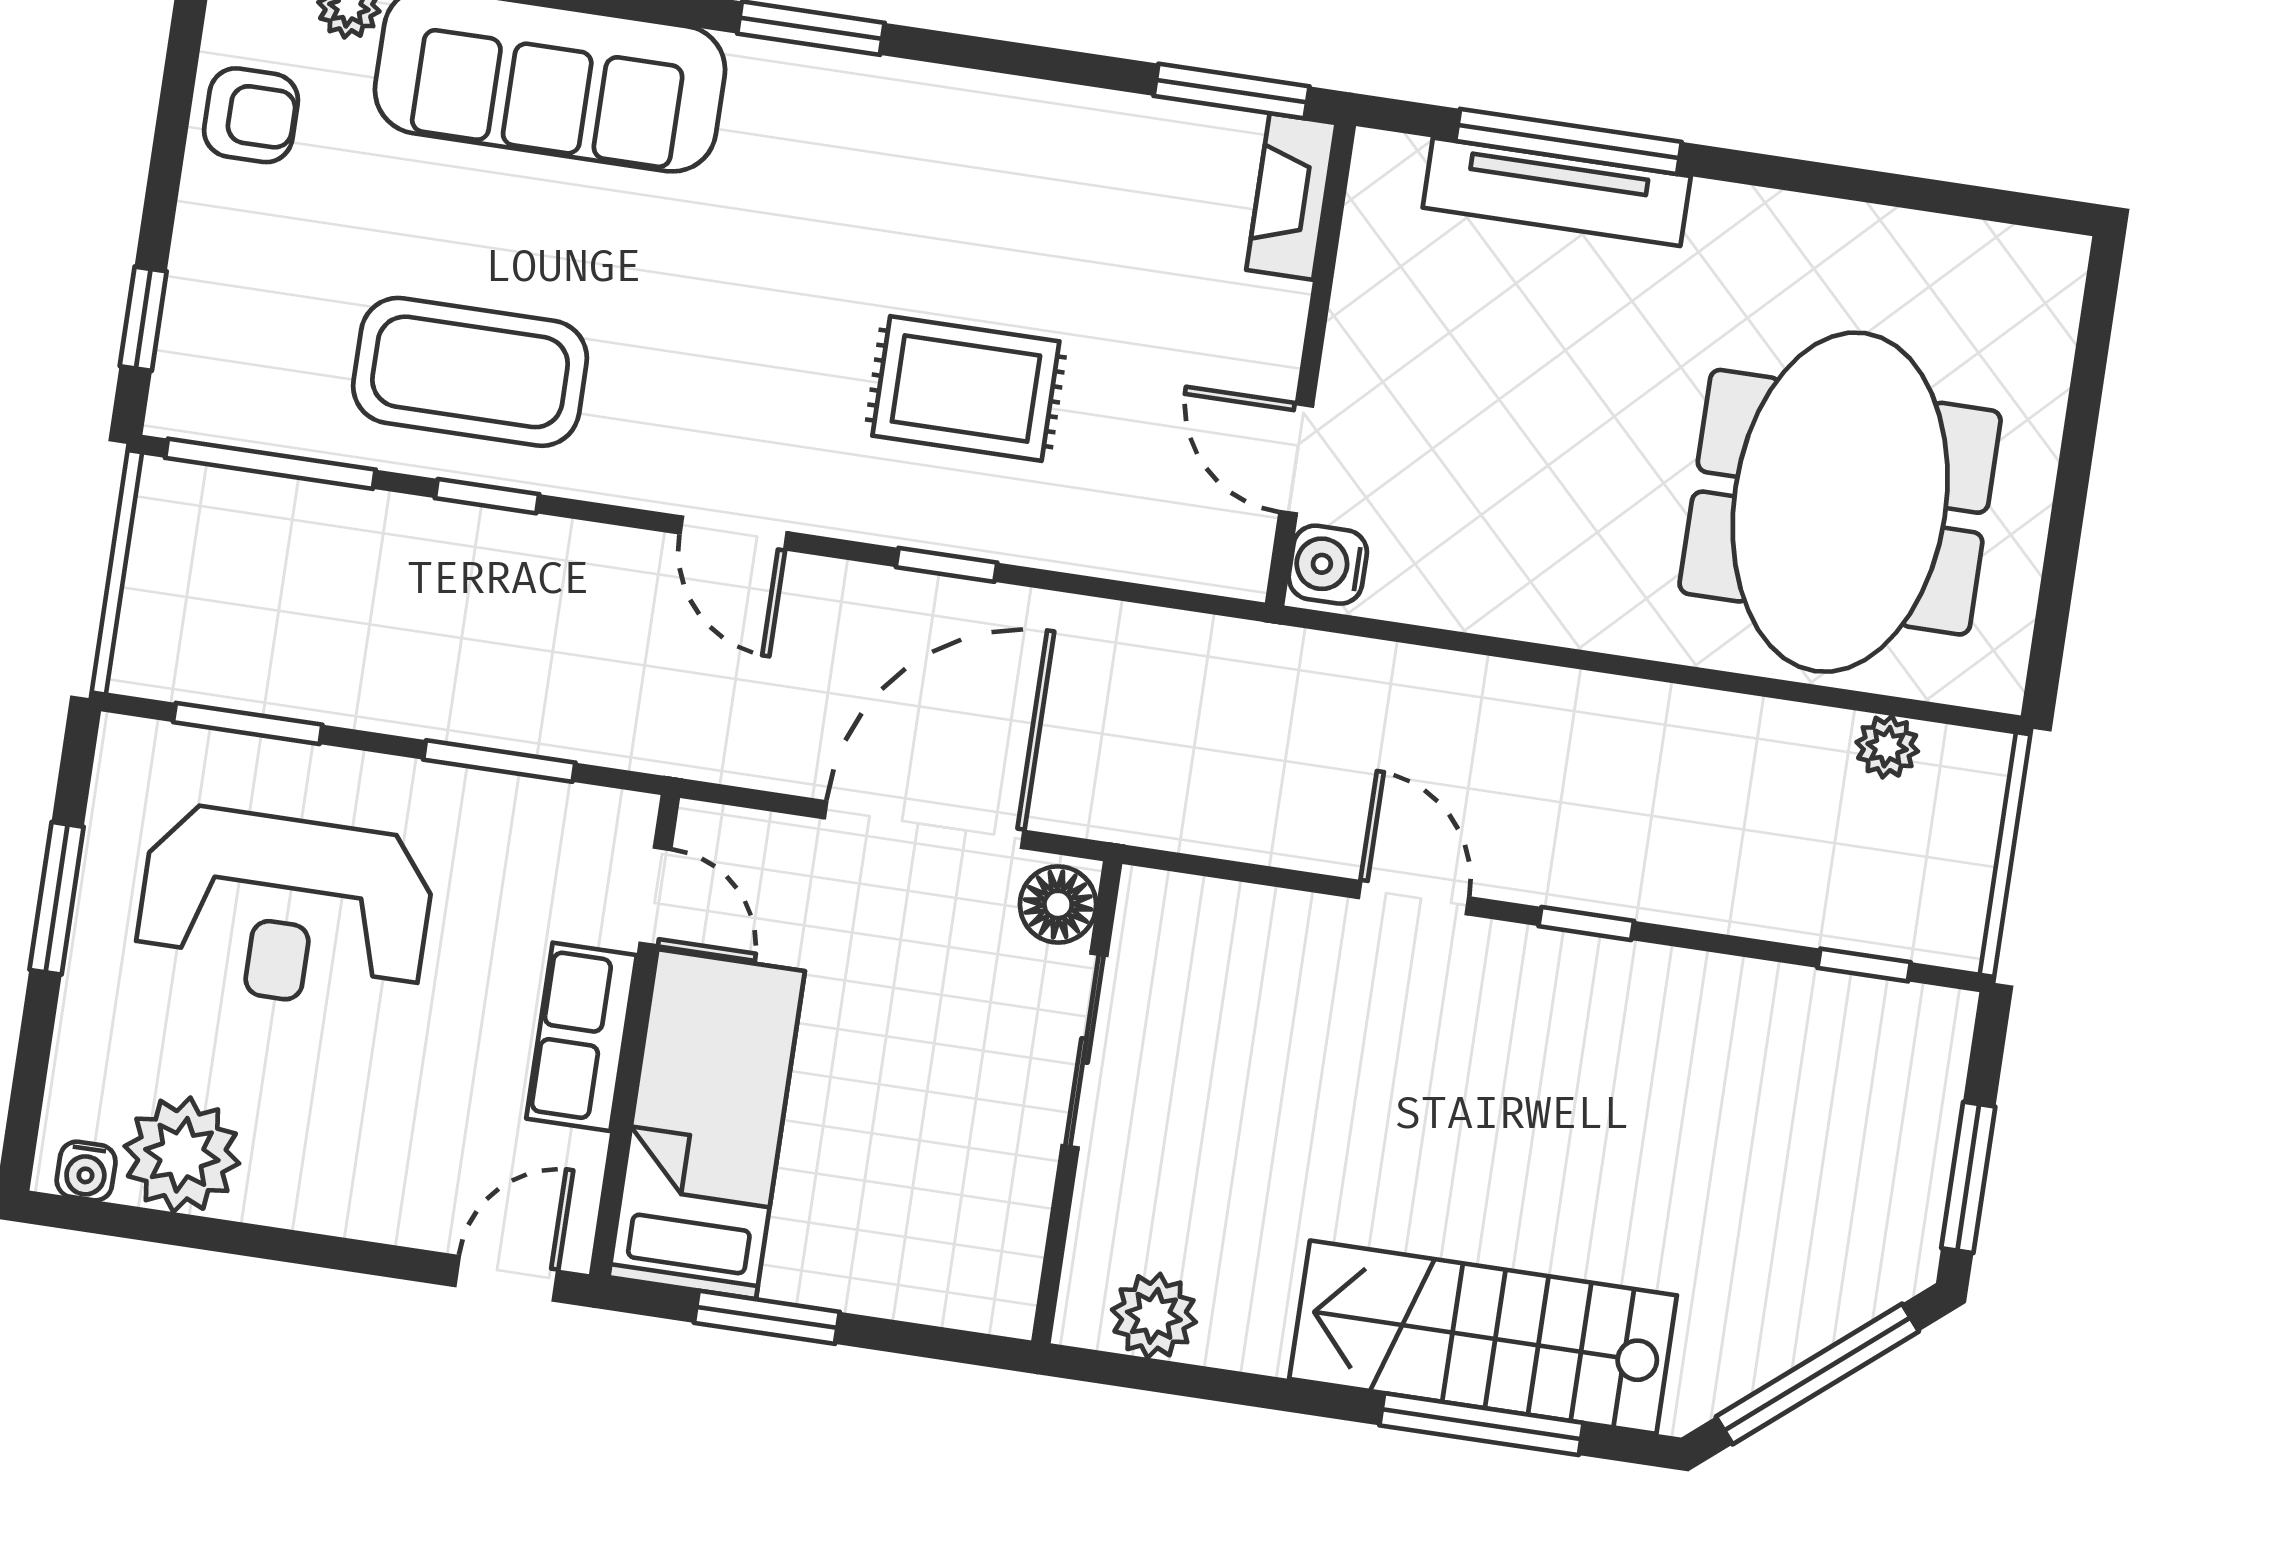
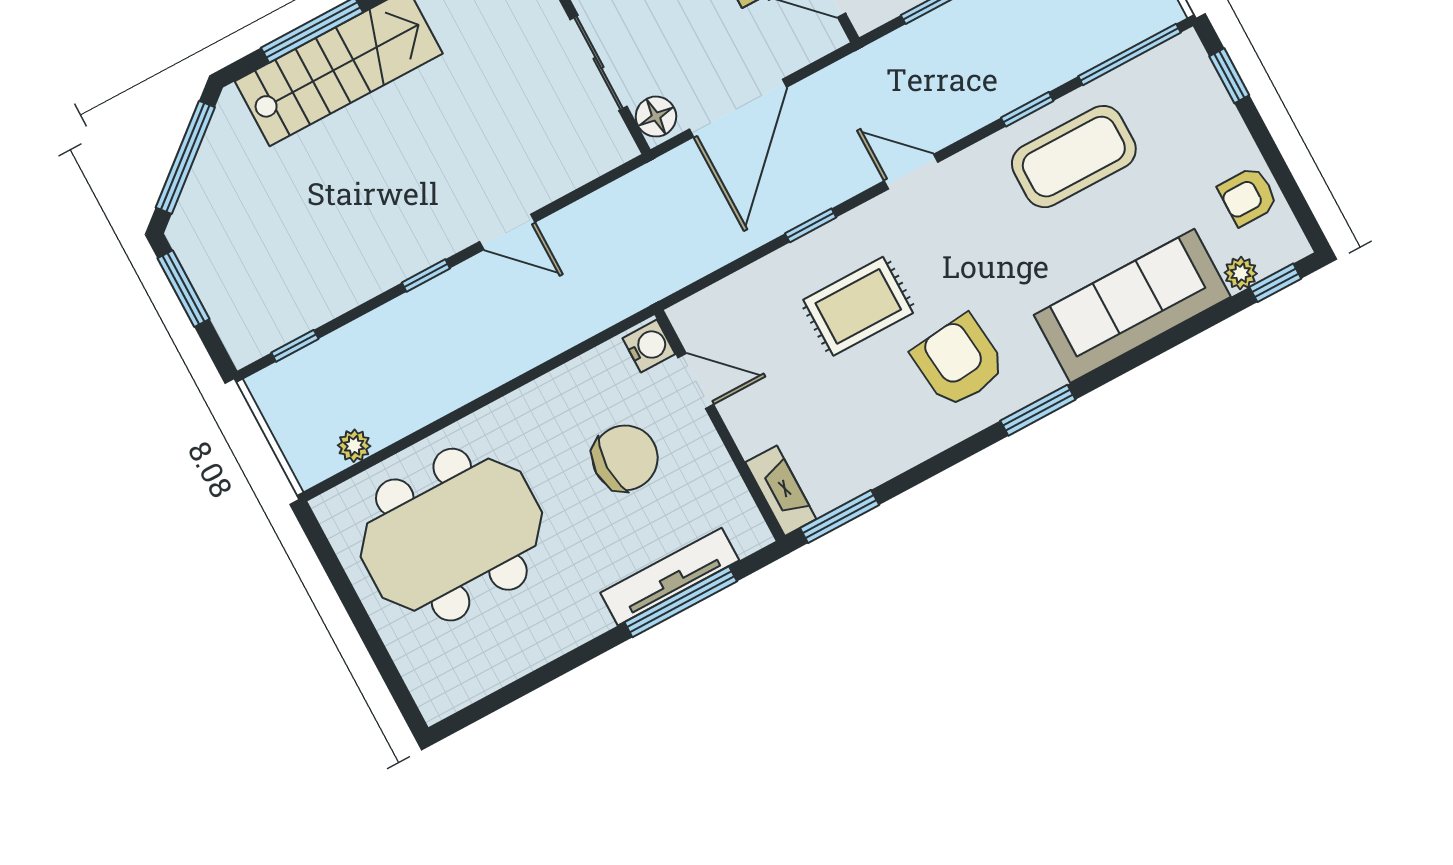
armchair: (876, 192) -> (959, 361), added
chair: (1490, 422) -> (625, 458), added
meeting table: (1840, 502) -> (451, 535), turned 90

